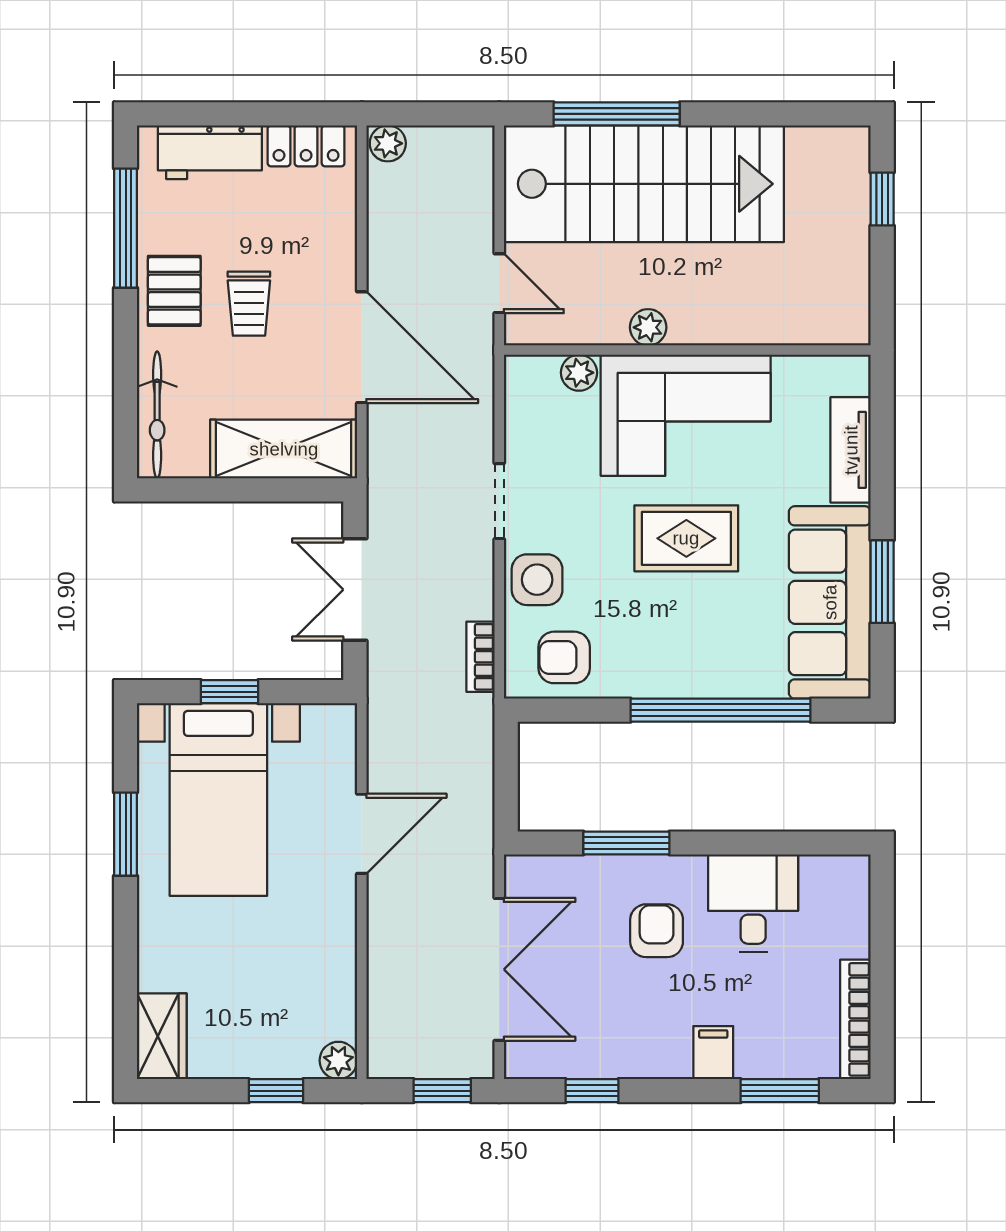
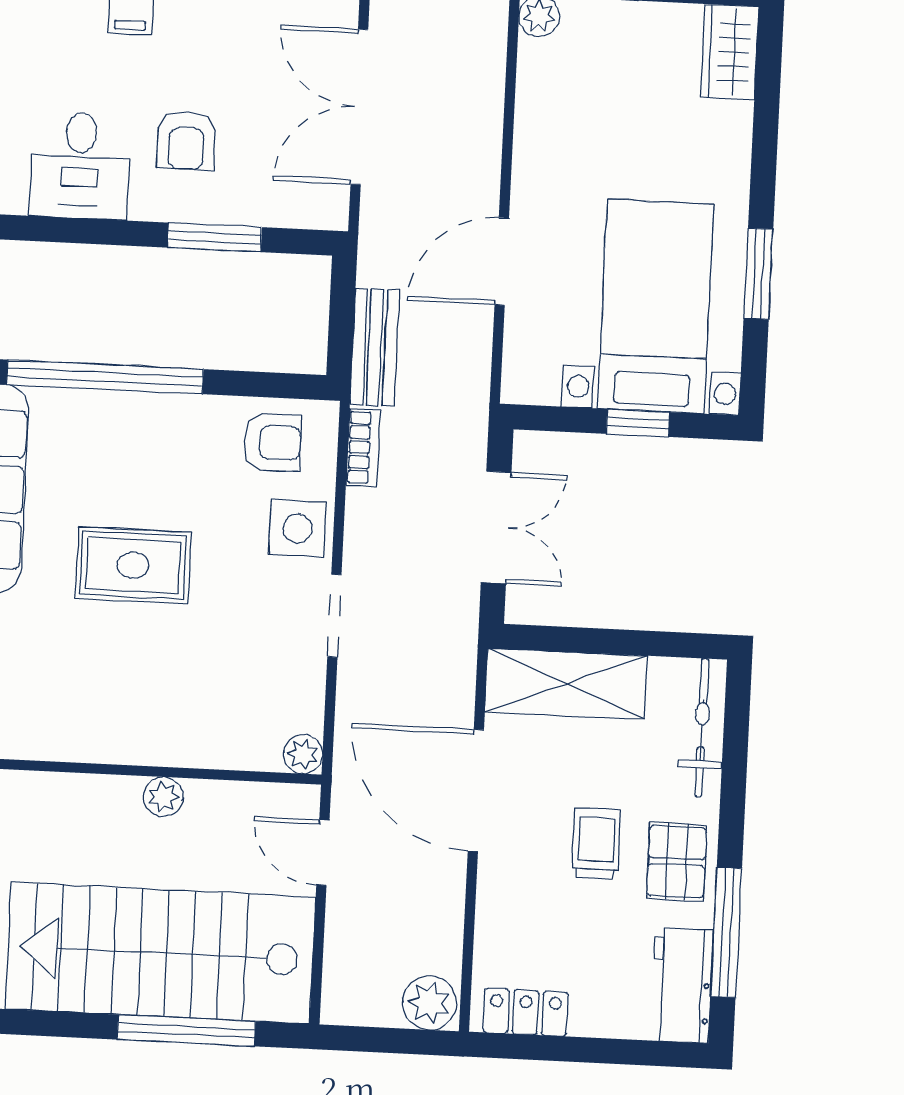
plant: (388, 143) -> (430, 1003), width x1.38, depth x1.38
workbench: (210, 152) -> (682, 986), moved, turned -90
plant: (579, 373) -> (303, 754), moved
corner sofa: (686, 415) -> (127, 699), removed
bench: (474, 749) -> (375, 347), added

